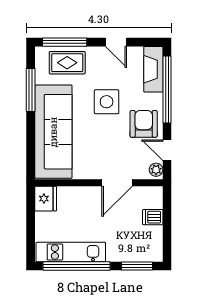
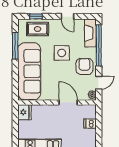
window: (65, 42) -> (36, 16), width x0.46
door: (167, 150) -> (99, 83), swing flipped
door: (117, 183) -> (68, 102), swing flipped

